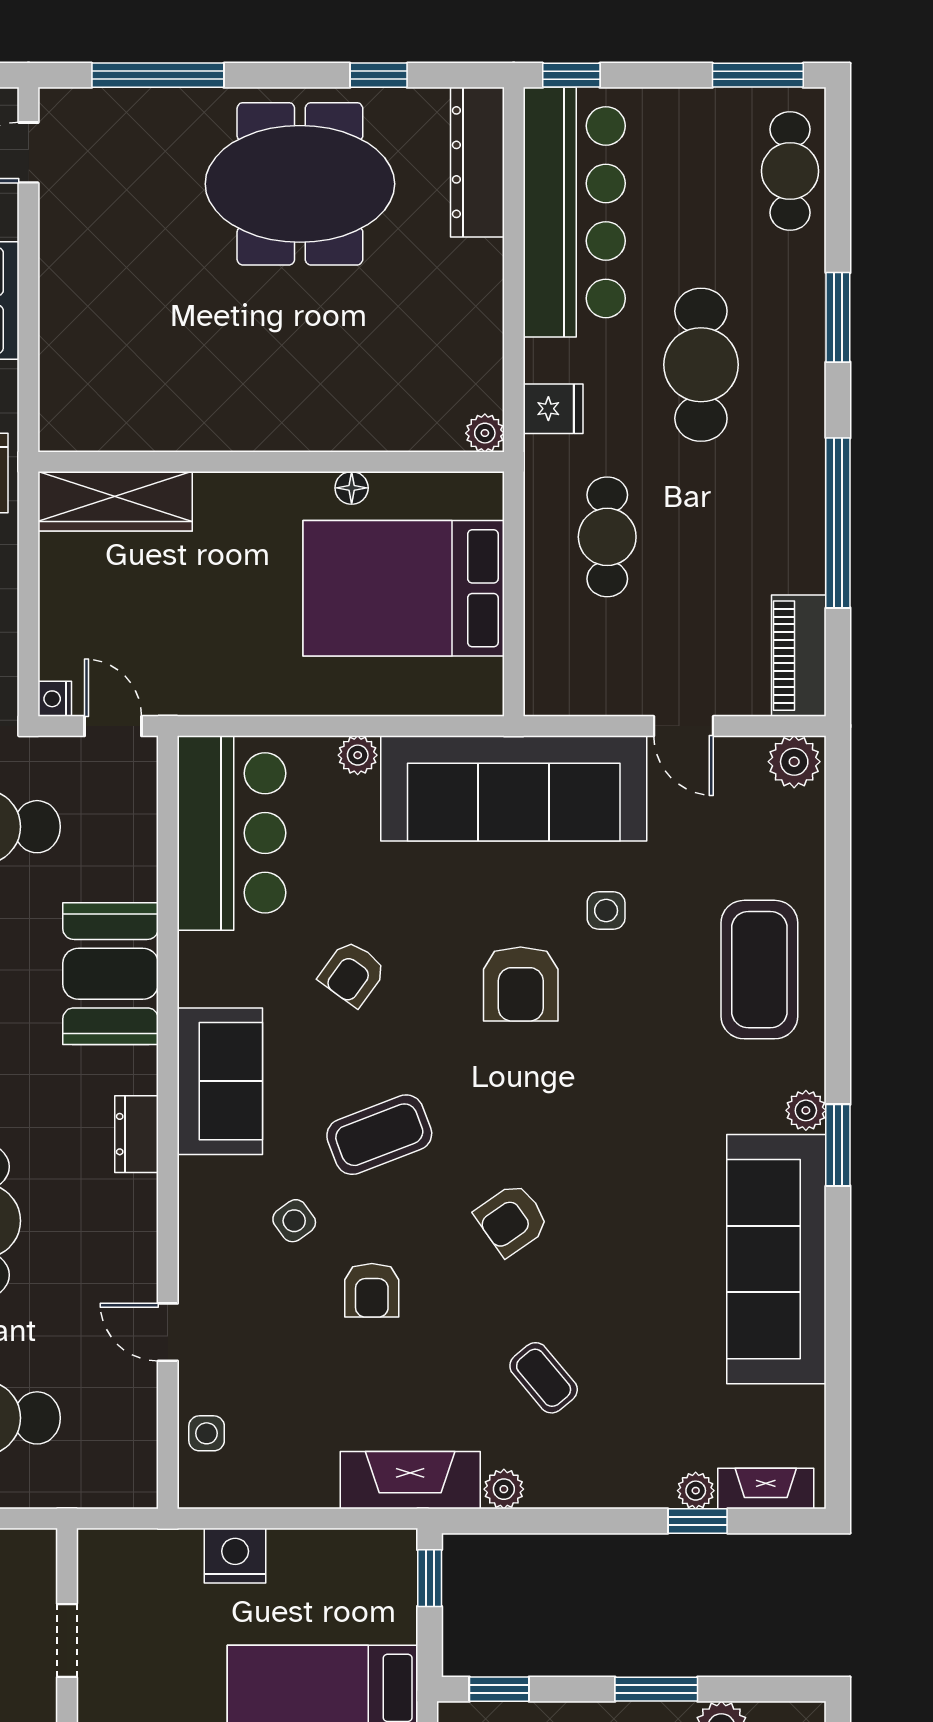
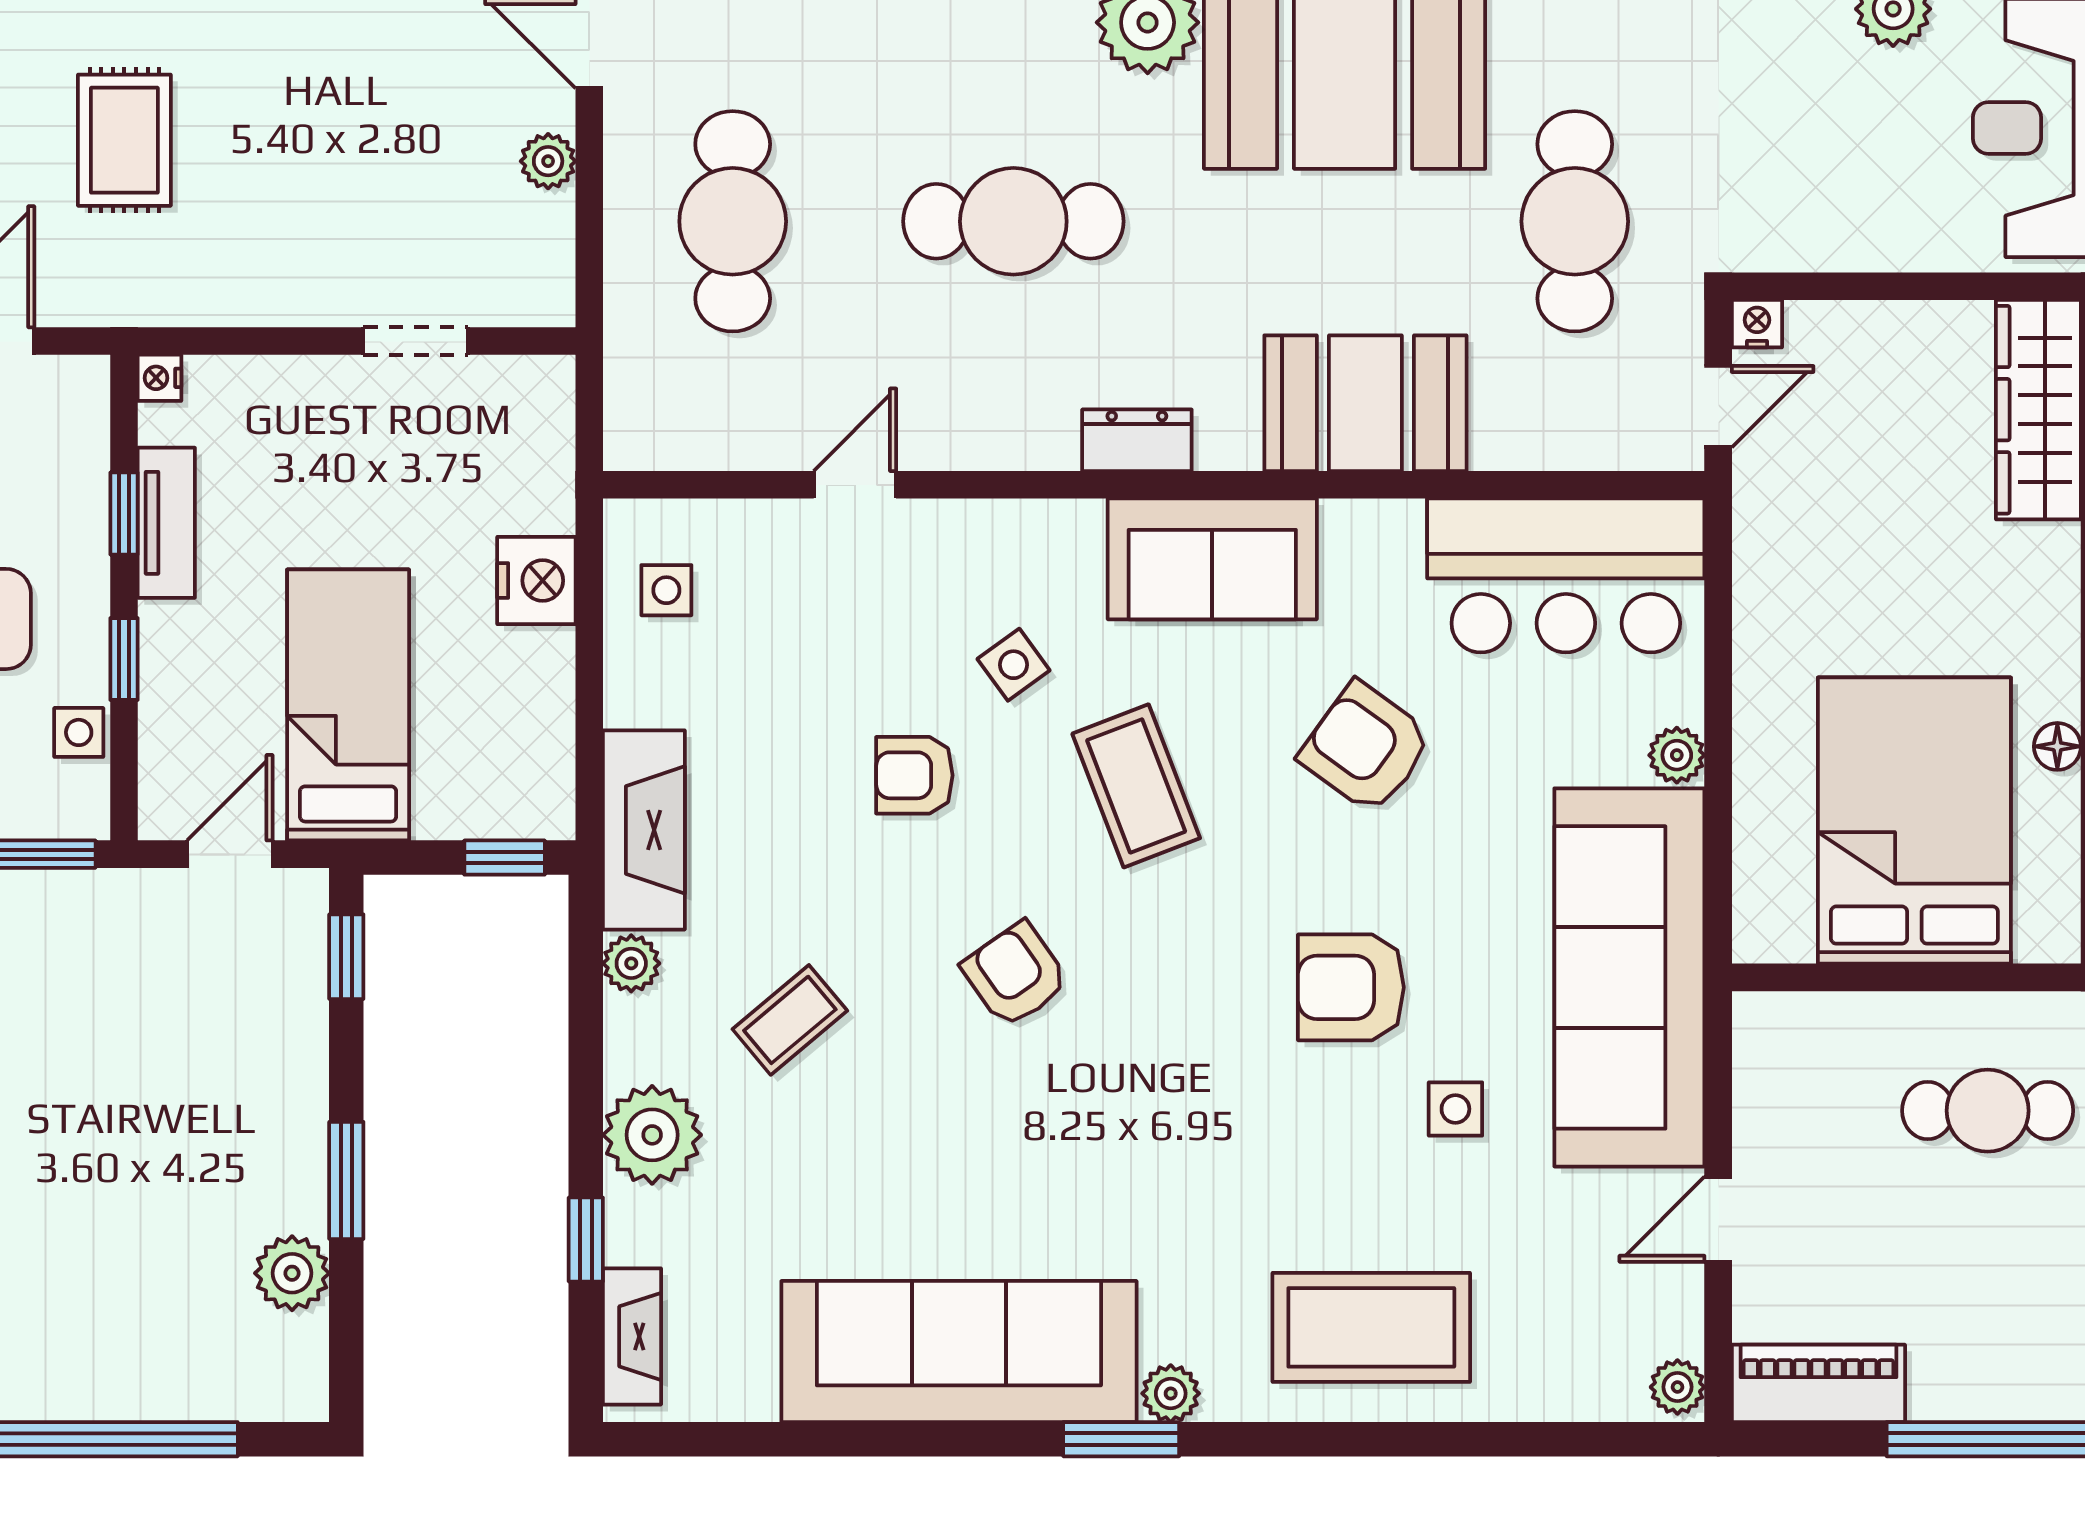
plant: (794, 762) -> (1677, 1387), width x0.73, depth x0.73
armchair: (352, 973) -> (1366, 748), width x1.38, depth x1.38
side table: (207, 1433) -> (666, 590), moved
plant: (696, 1491) -> (652, 1135), moved, width x1.88, depth x1.88

